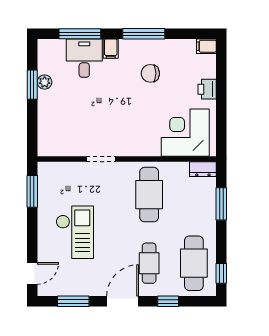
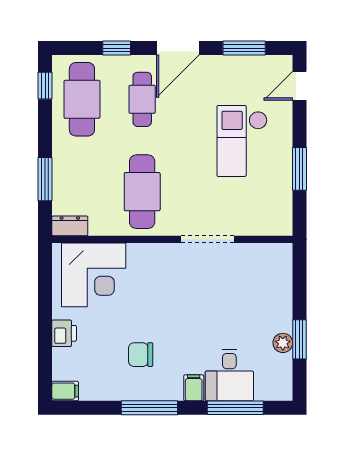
chair: (150, 73) -> (141, 355), turned 180
doorway: (101, 159) -> (207, 239), width x1.38
window: (32, 191) -> (299, 169), moved

